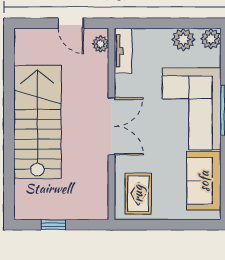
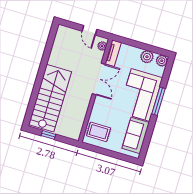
stairs: (37, 122) -> (50, 98), moved
double door: (112, 126) -> (99, 79), moved
rug: (138, 194) -> (99, 132), turned 90

